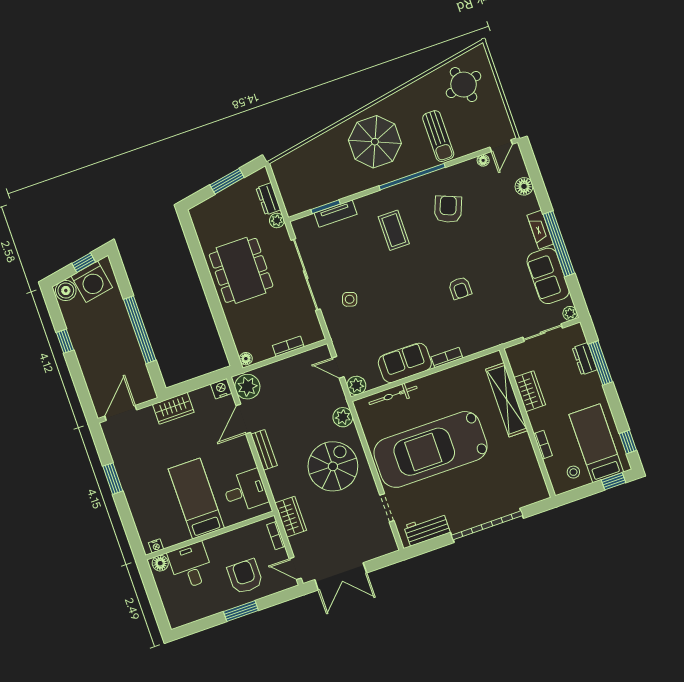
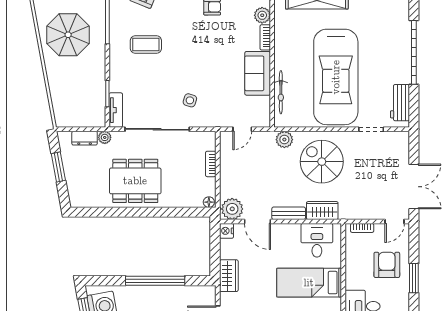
tv unit: (336, 214) -> (116, 110), moved
plant: (356, 385) -> (262, 15), moved
wardrobe: (291, 517) -> (322, 211), moved
armchair: (245, 576) -> (387, 265), turned 90

